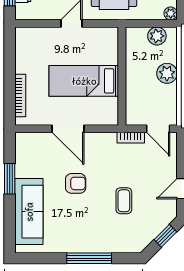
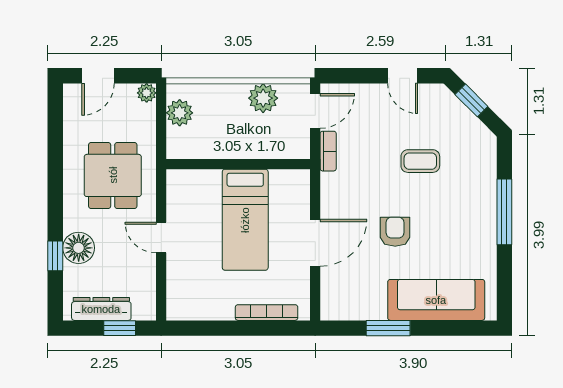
plant: (167, 73) -> (263, 98), moved

